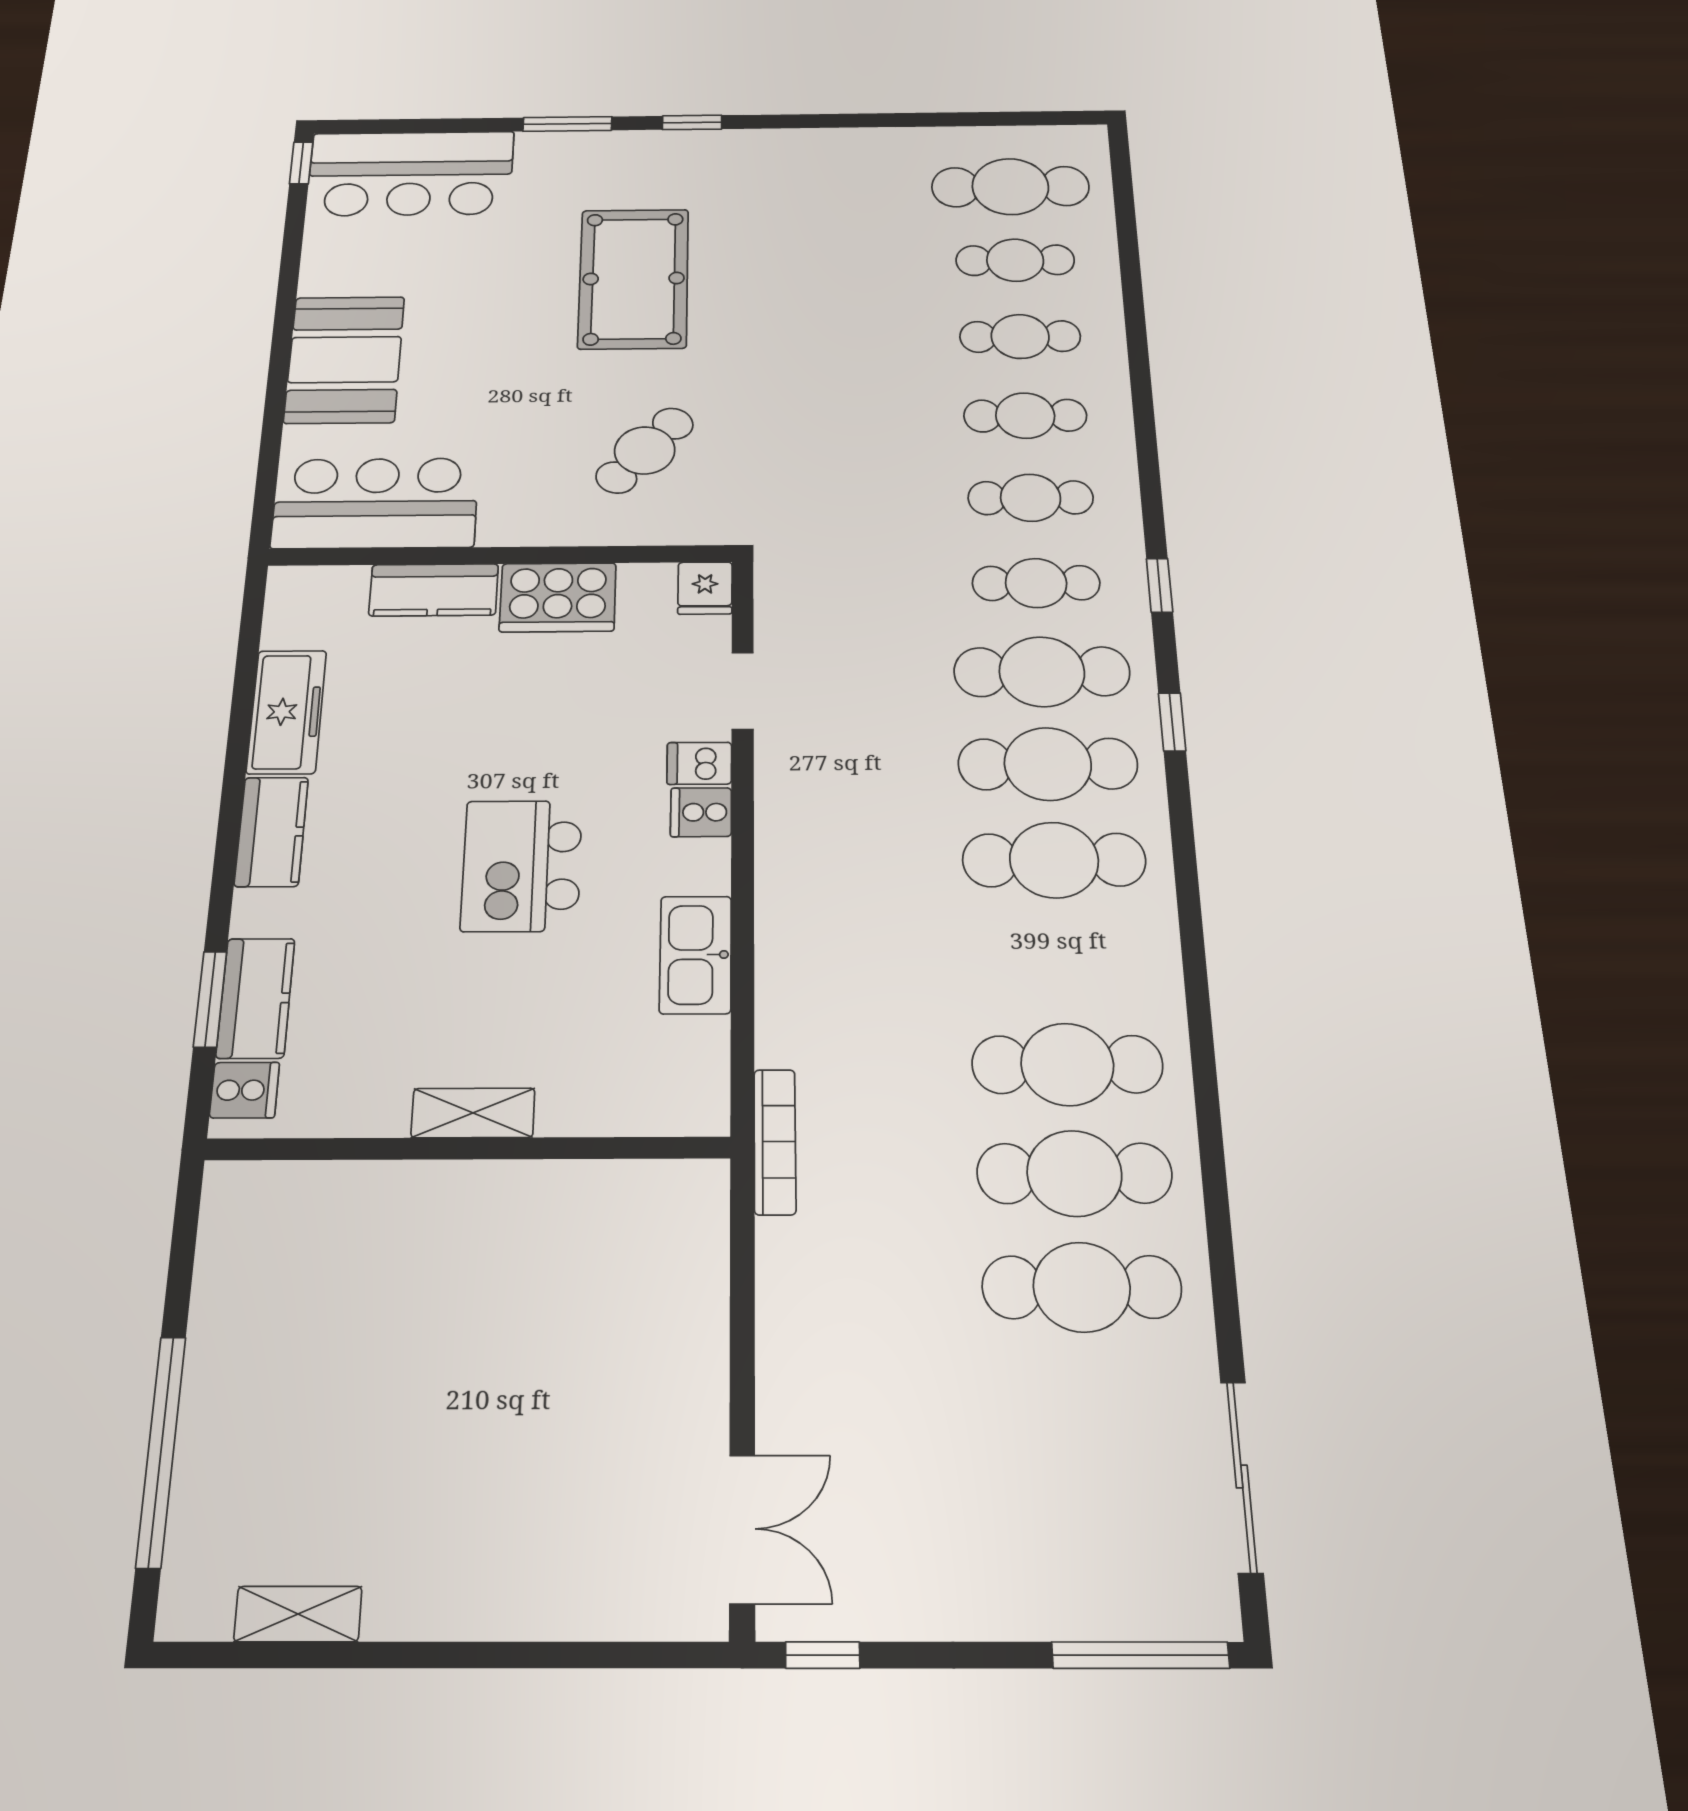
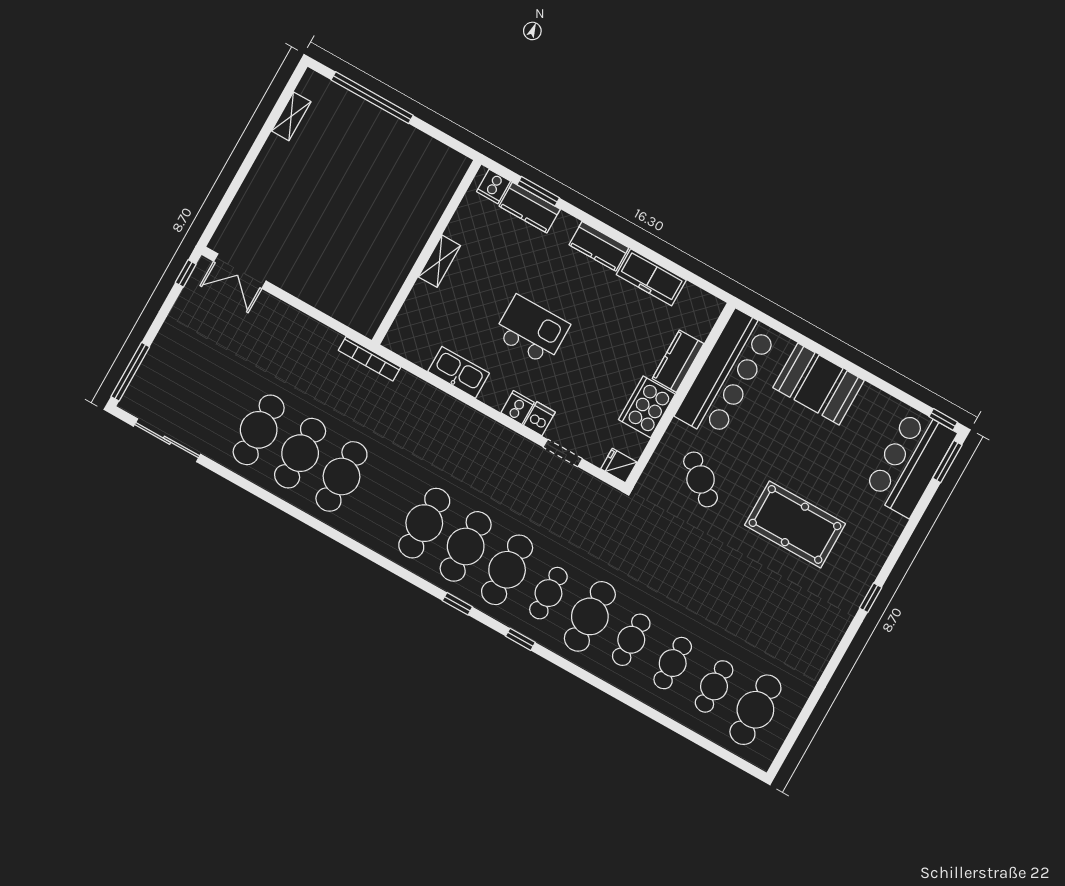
window: (567, 124) -> (947, 462), moved
cafe table: (1031, 498) -> (590, 616), width x1.37, depth x1.35
bar counter: (375, 503) -> (727, 374), width x1.36

